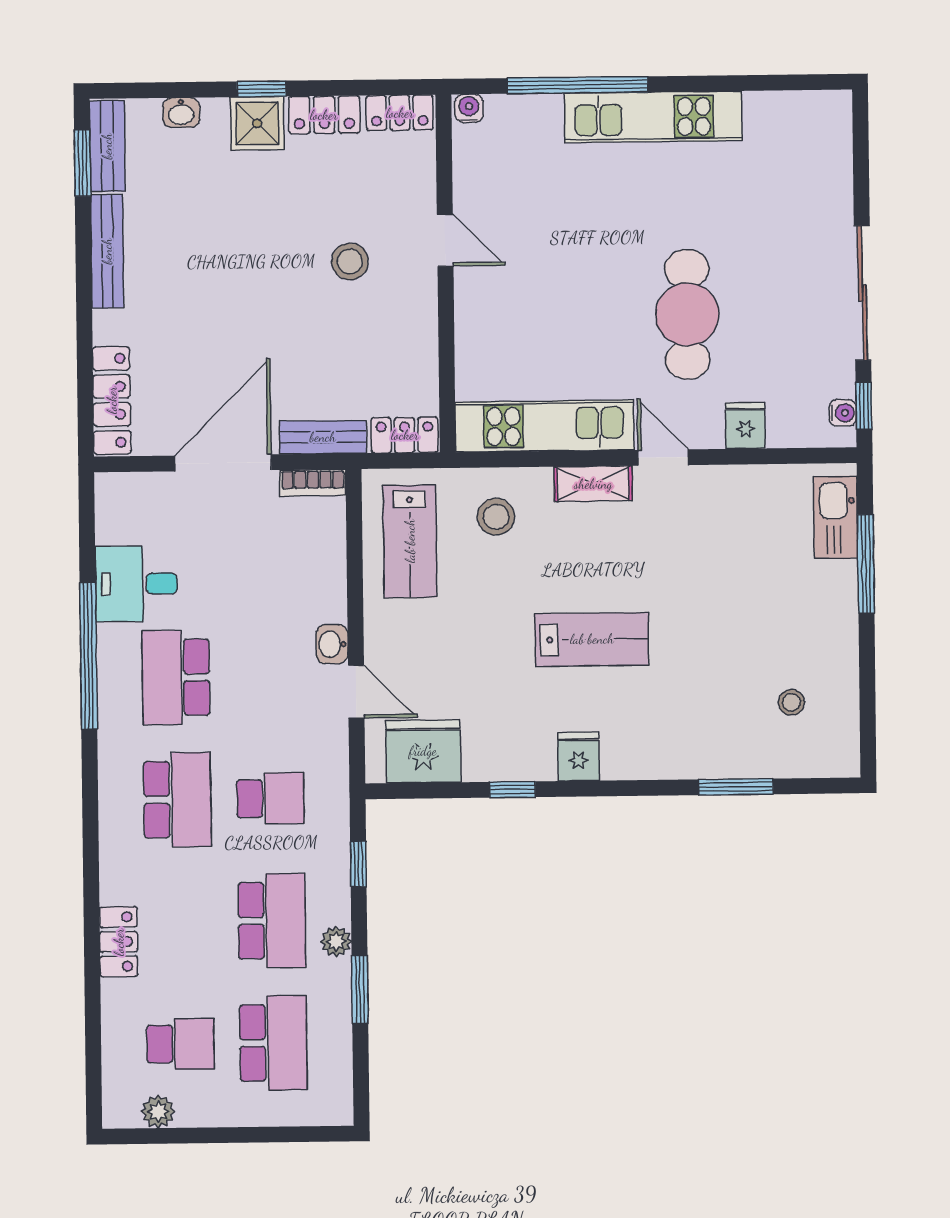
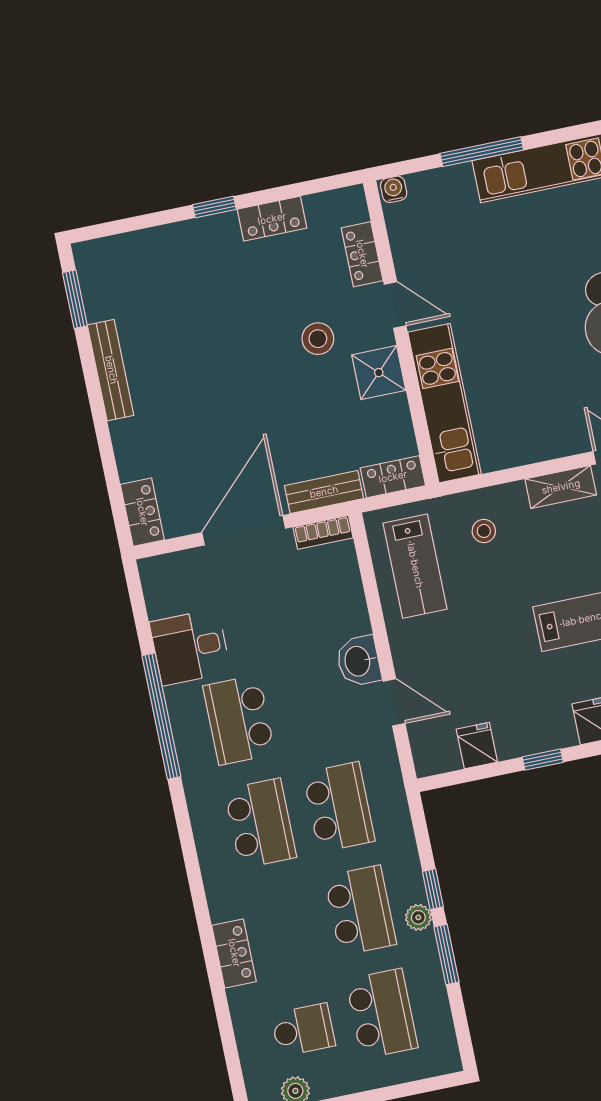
window: (577, 85) -> (482, 152), width x0.68
washbasin: (181, 113) -> (150, 240), removed
locker: (400, 113) -> (362, 254), moved, turned 90
shower: (257, 123) -> (379, 373), moved
bench: (107, 146) -> (93, 281), removed
locker: (112, 400) -> (142, 512), width x0.66
kitchen unit: (544, 426) -> (445, 403), moved, turned 90
stool: (496, 517) -> (484, 531), width x0.73, depth x0.73
washbasin: (332, 644) -> (359, 661), width x1.38, depth x1.45
fridge: (423, 751) -> (477, 746), width x0.53, depth x0.75
school desk: (270, 798) -> (339, 807), width x1.85
window: (358, 864) -> (433, 889), moved

